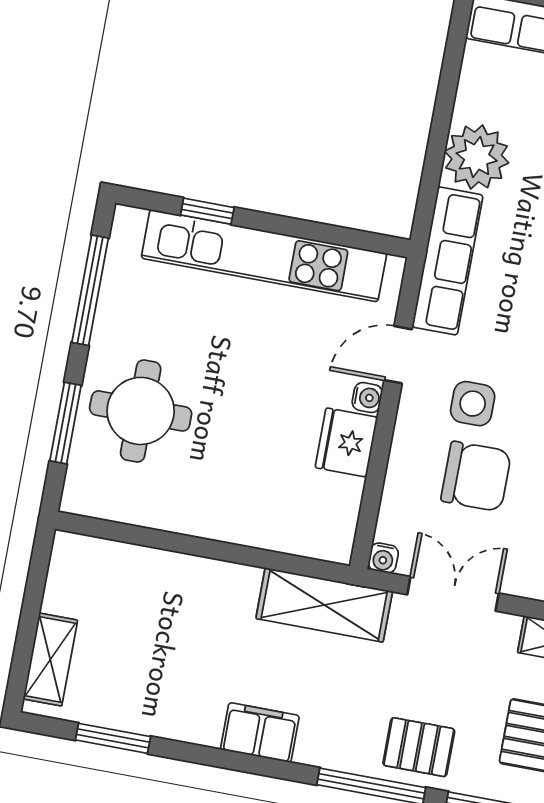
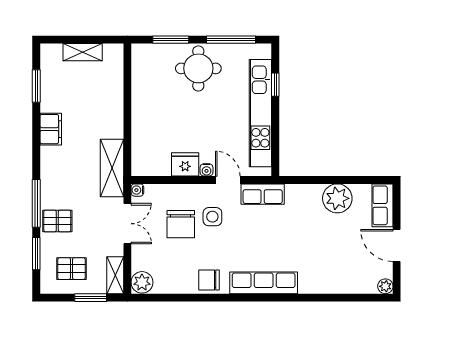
plant: (477, 157) -> (337, 198), moved
row of seats: (448, 261) -> (263, 194), width x0.68
round table: (141, 411) -> (198, 68), moved
shelving: (50, 660) -> (83, 52), moved
filing cabinet: (260, 732) -> (51, 129), moved
pallet: (419, 747) -> (57, 221), turned 90

